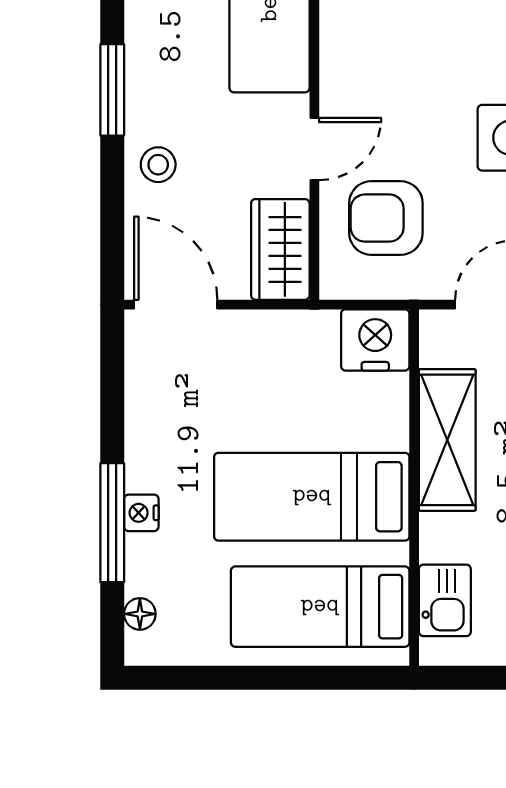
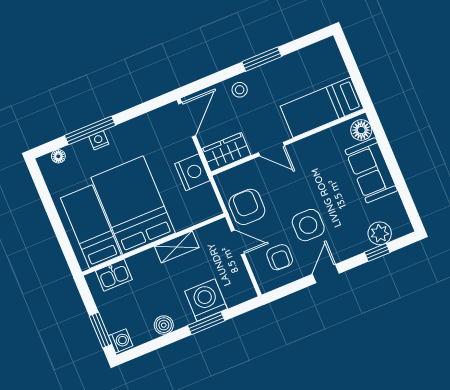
armchair: (386, 218) -> (247, 207), moved
nightstand: (375, 340) -> (192, 172), moved
shelving: (447, 440) -> (177, 247), width x0.67, depth x0.75
bed: (312, 497) -> (133, 205), width x1.50

